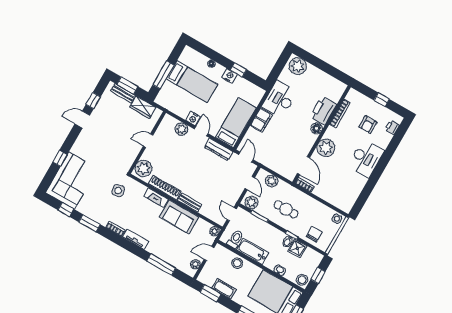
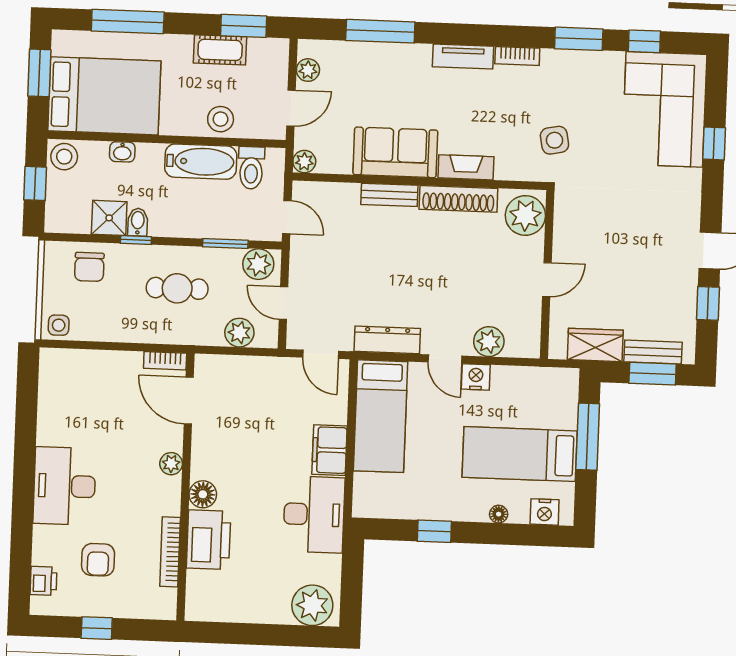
nightstand: (230, 76) -> (545, 512), moved
armchair: (368, 125) -> (98, 560), turned 180
plant: (326, 148) -> (171, 464), width x0.53, depth x0.53

